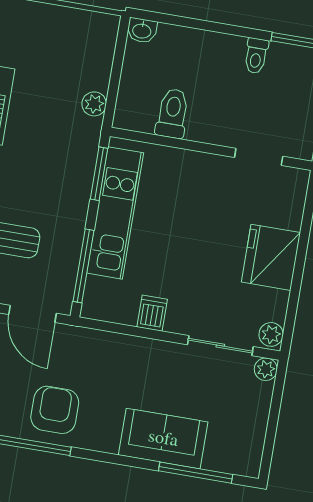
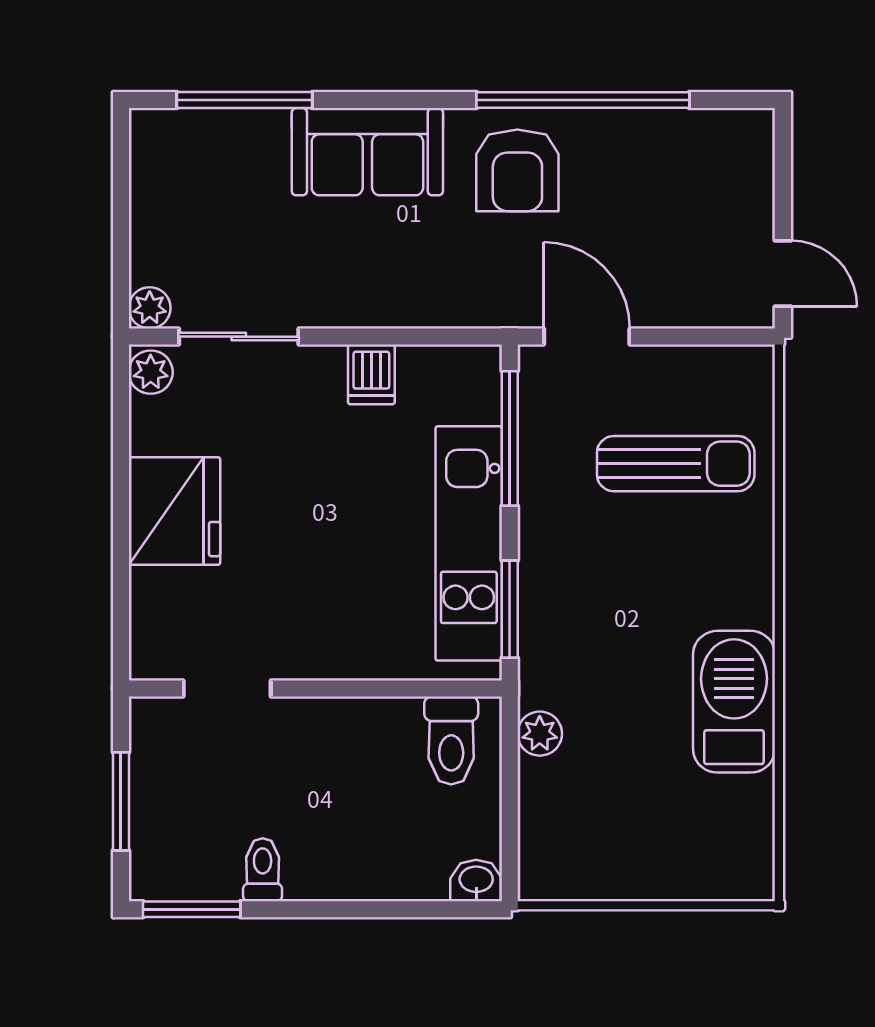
toilet: (172, 113) -> (451, 741), moved
sofa: (163, 439) -> (367, 152), moved

